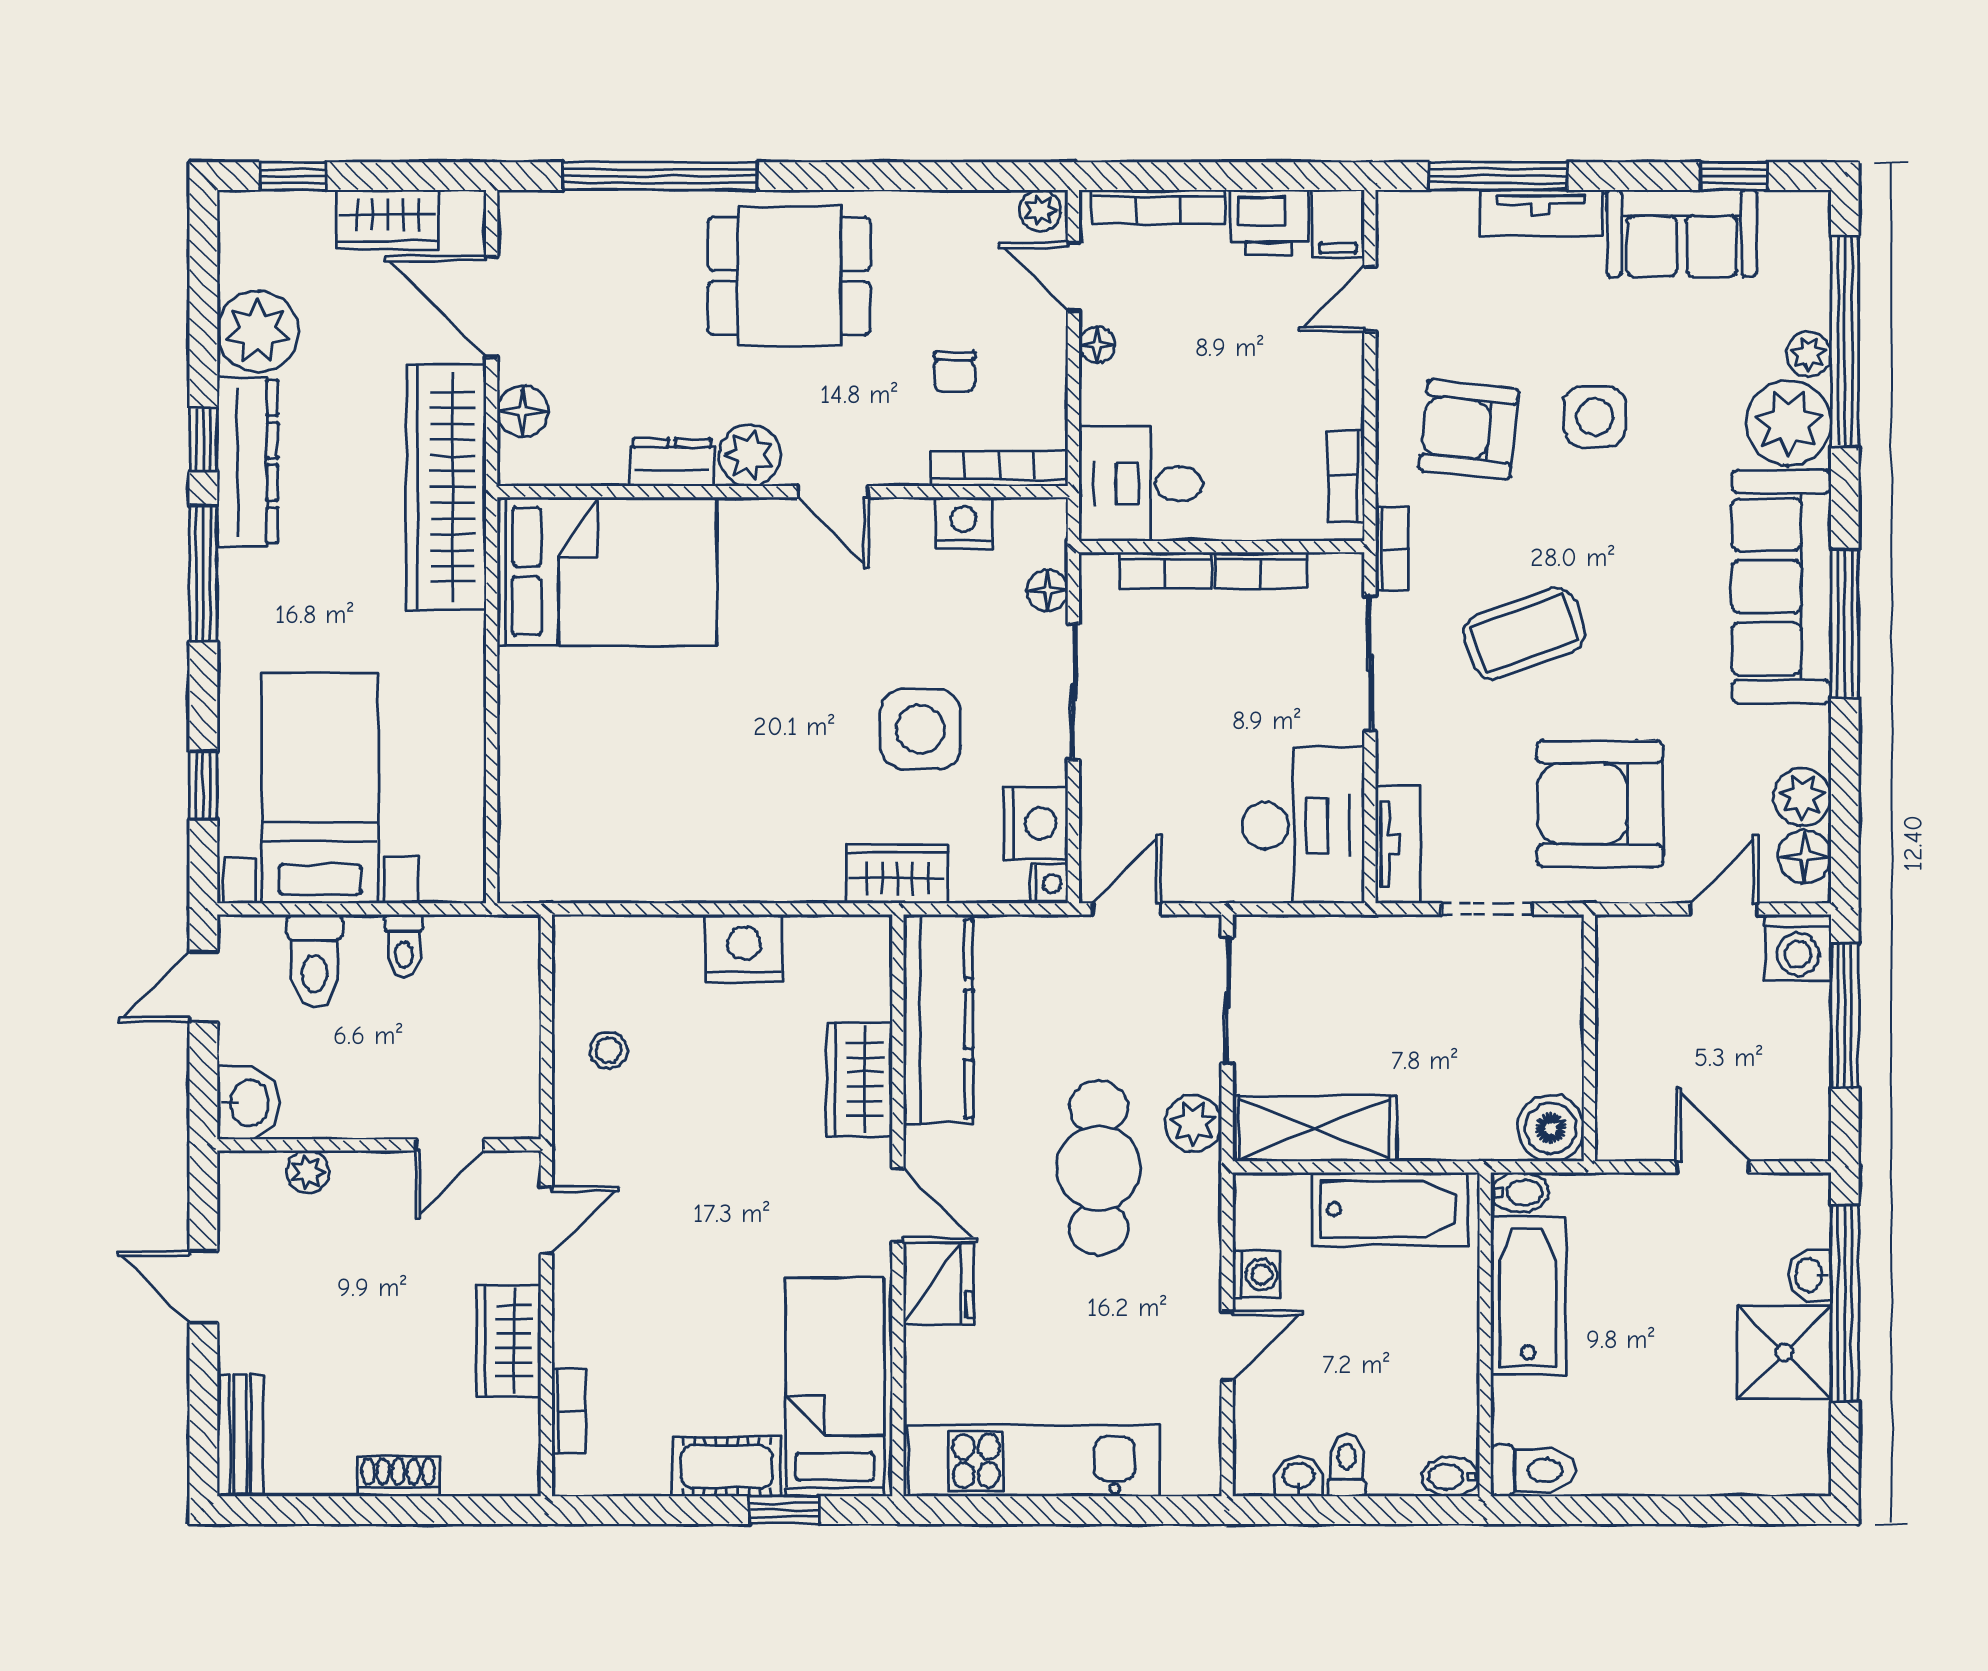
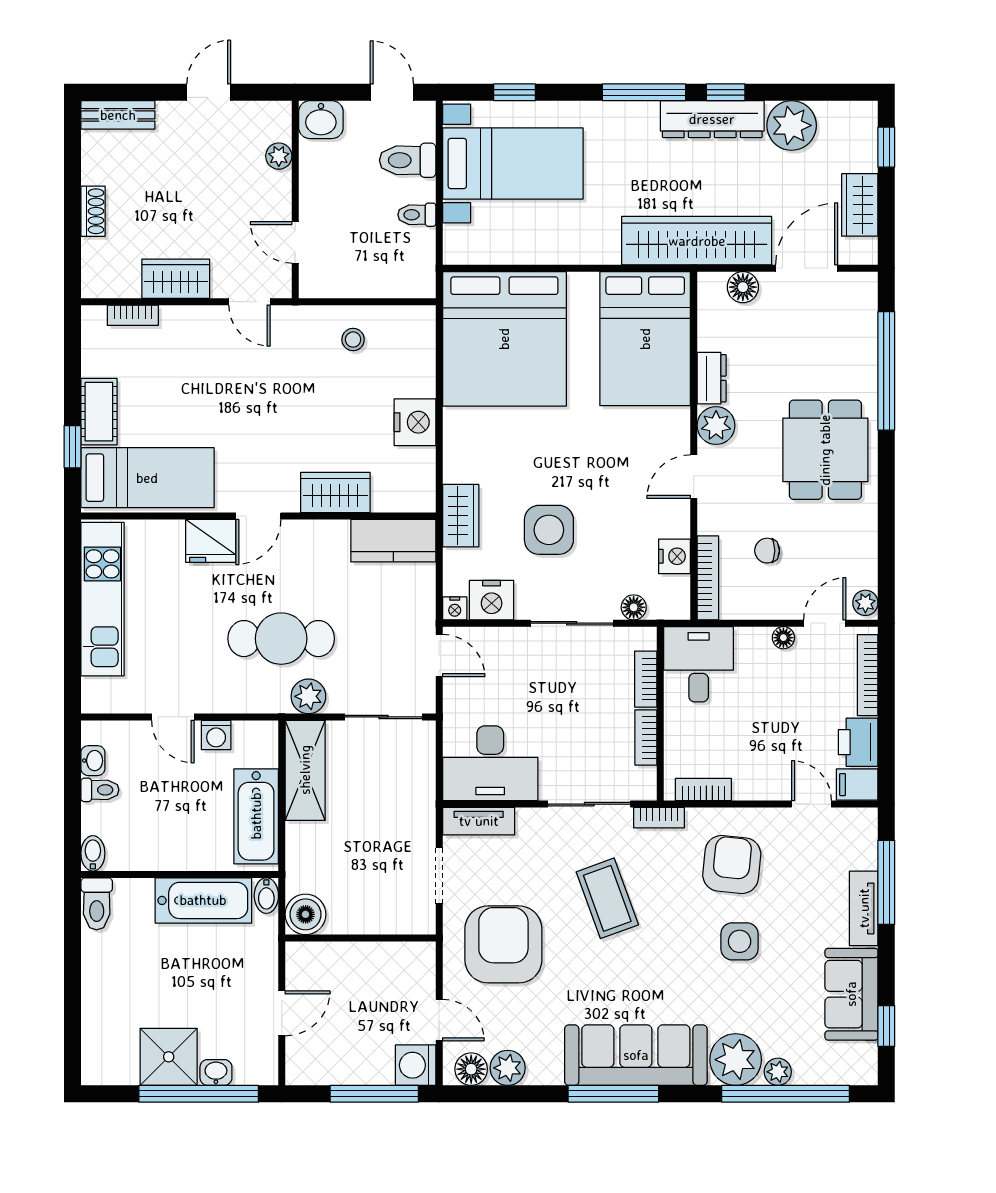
bed: (607, 802) -> (504, 339), added
kitchen counter: (938, 1019) -> (393, 541), width x0.67

